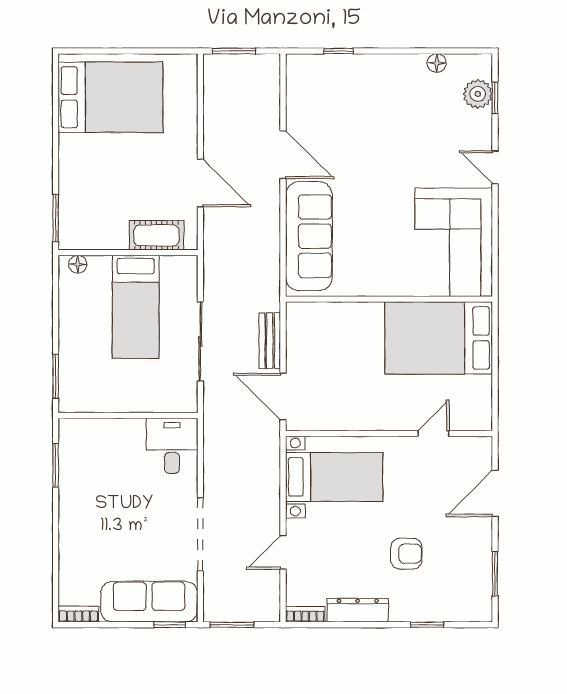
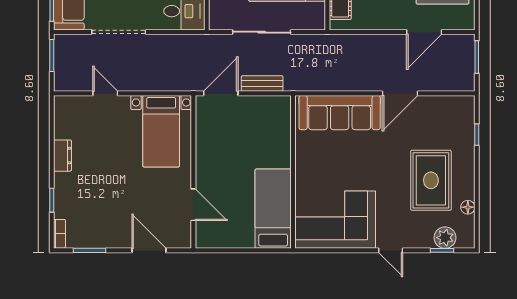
rug: (400, 113) -> (431, 180), added
door: (495, 167) -> (391, 250), swing flipped
door: (200, 183) -> (424, 32), moved
bed: (439, 338) -> (273, 209), width x0.67
door: (434, 434) -> (193, 205), width x1.38
armchair: (406, 554) -> (104, 185), removed
dresser: (358, 610) -> (62, 156), width x0.70
bookcase: (305, 614) -> (59, 234), moved

